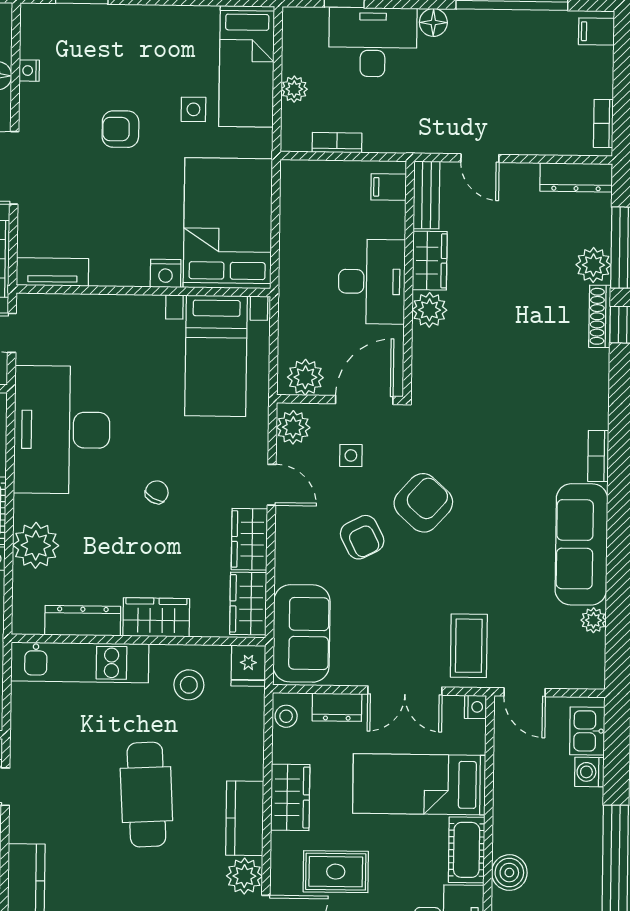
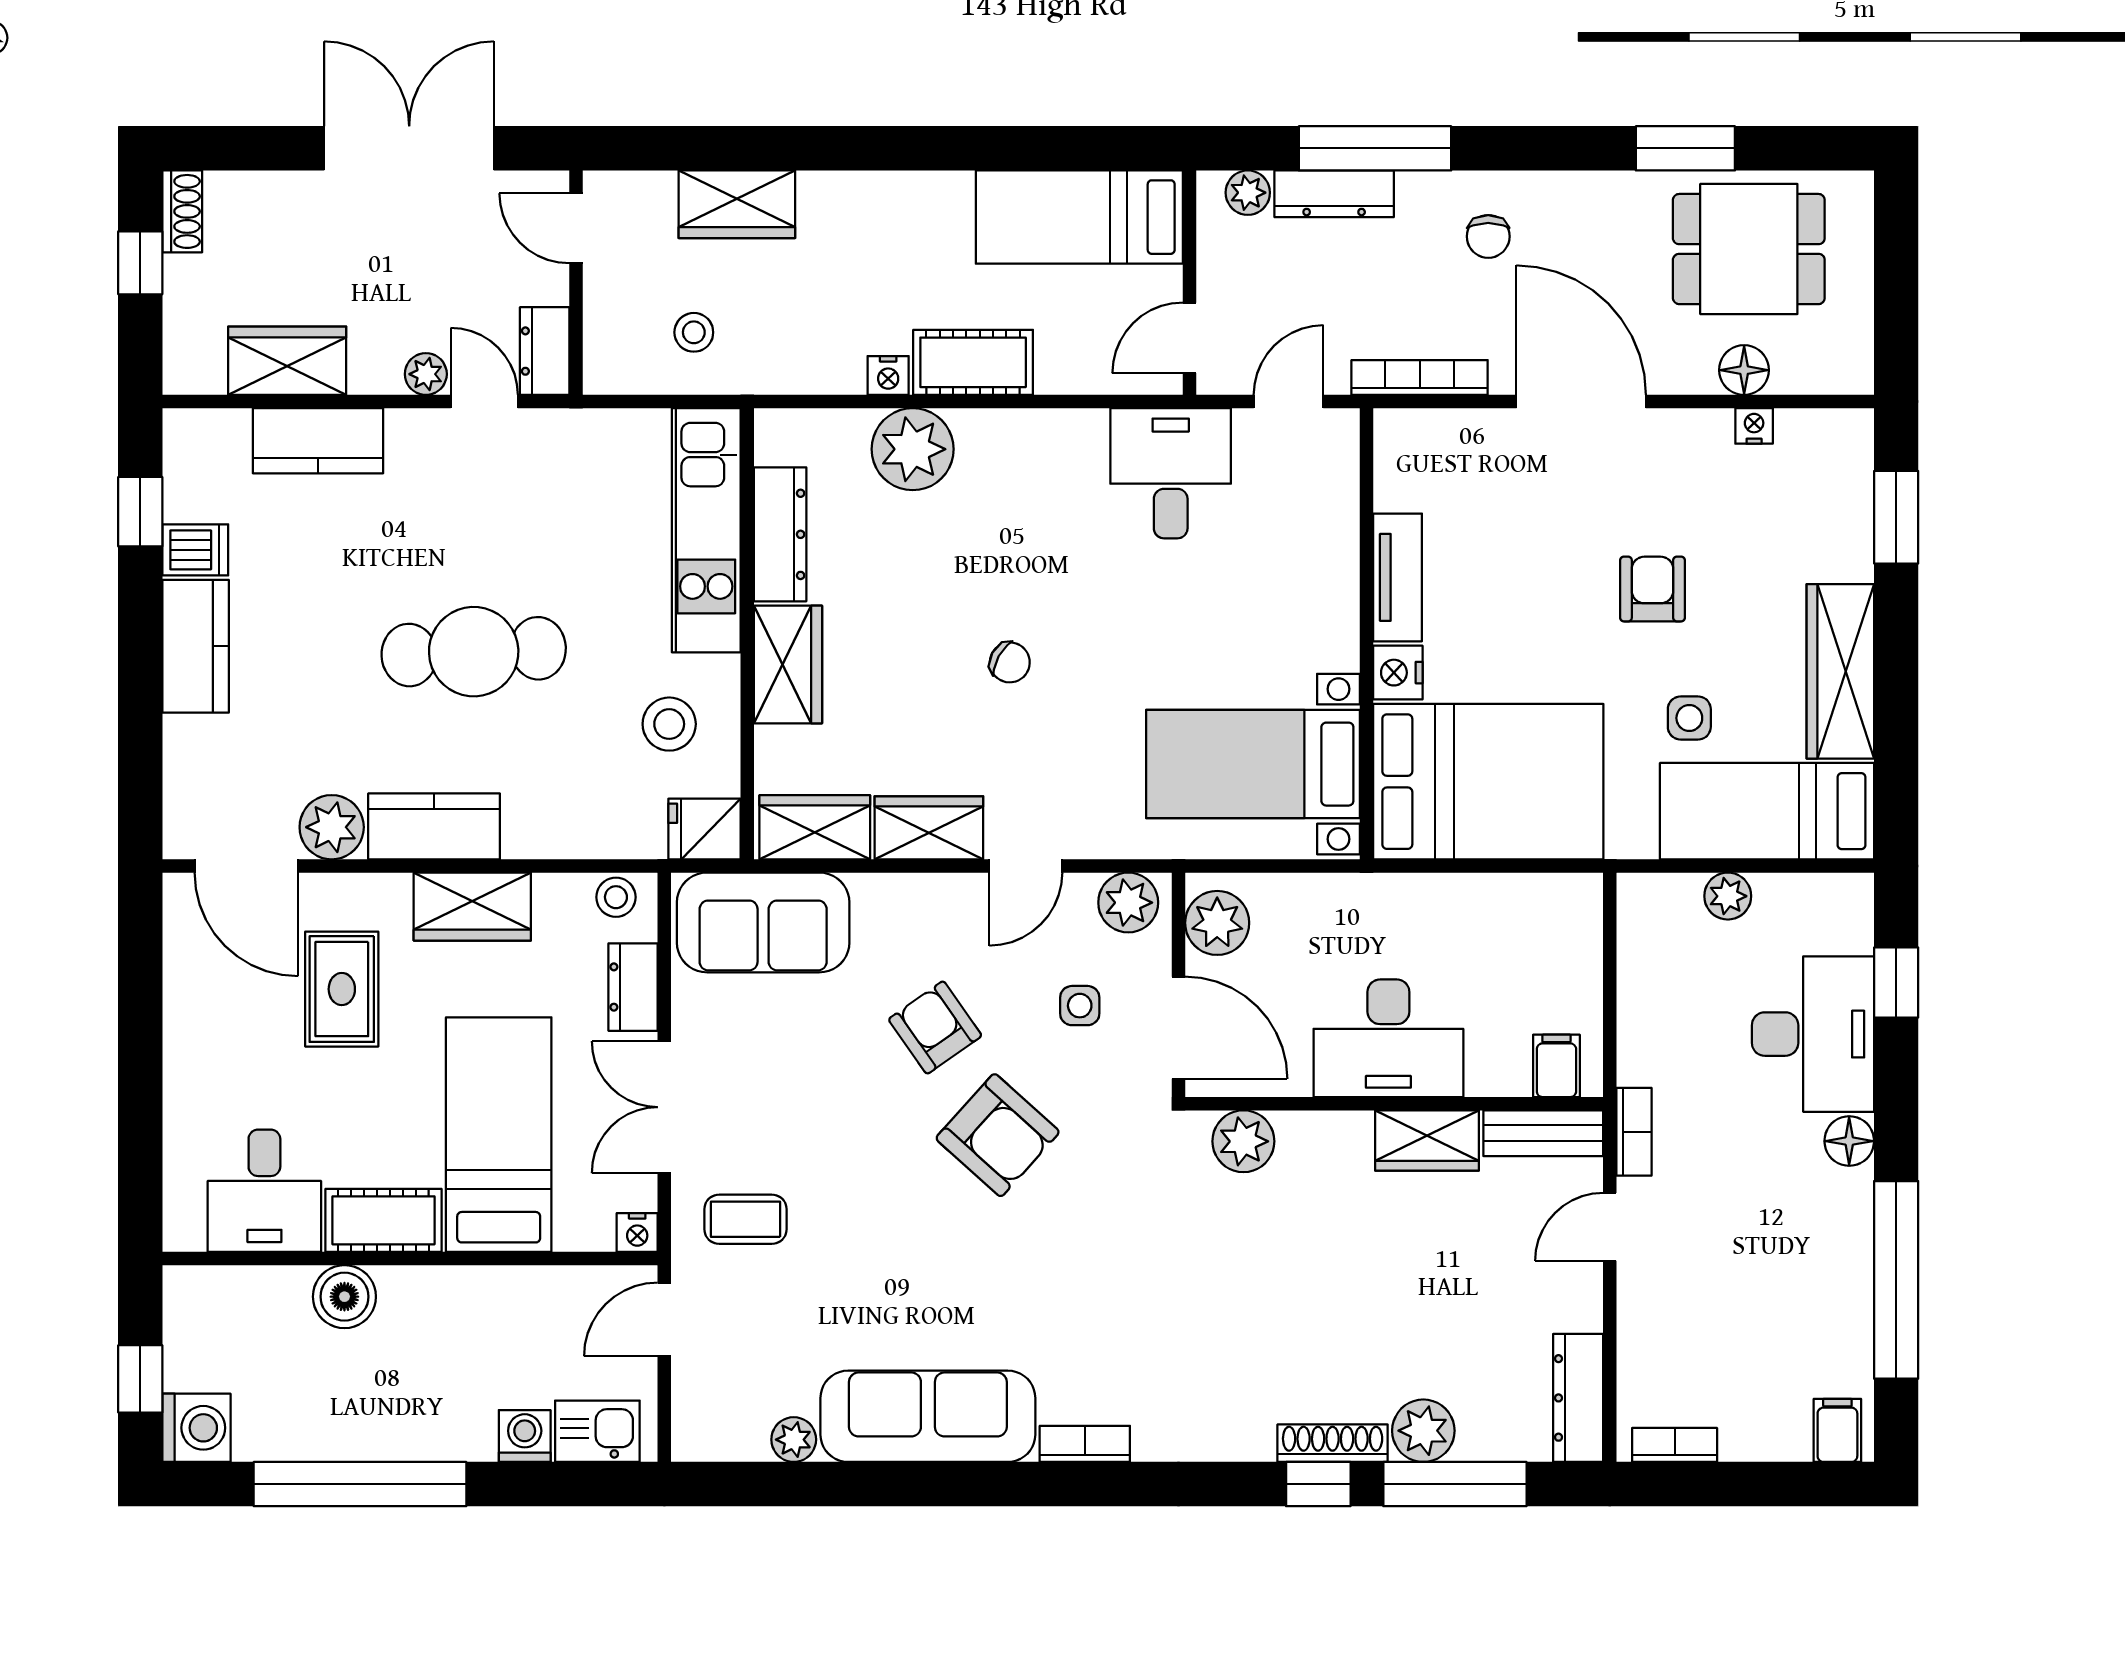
wardrobe: (168, 24) -> (1840, 671), added
bookcase: (337, 143) -> (1634, 1132), moved
tv unit: (52, 272) -> (1398, 577), moved
plant: (429, 310) -> (1243, 1141), moved
desk: (62, 430) -> (1171, 473), width x0.53, depth x0.77
armchair: (362, 537) -> (935, 1027), turned 82
coffee table: (469, 646) -> (746, 1219), width x0.73, depth x0.77

